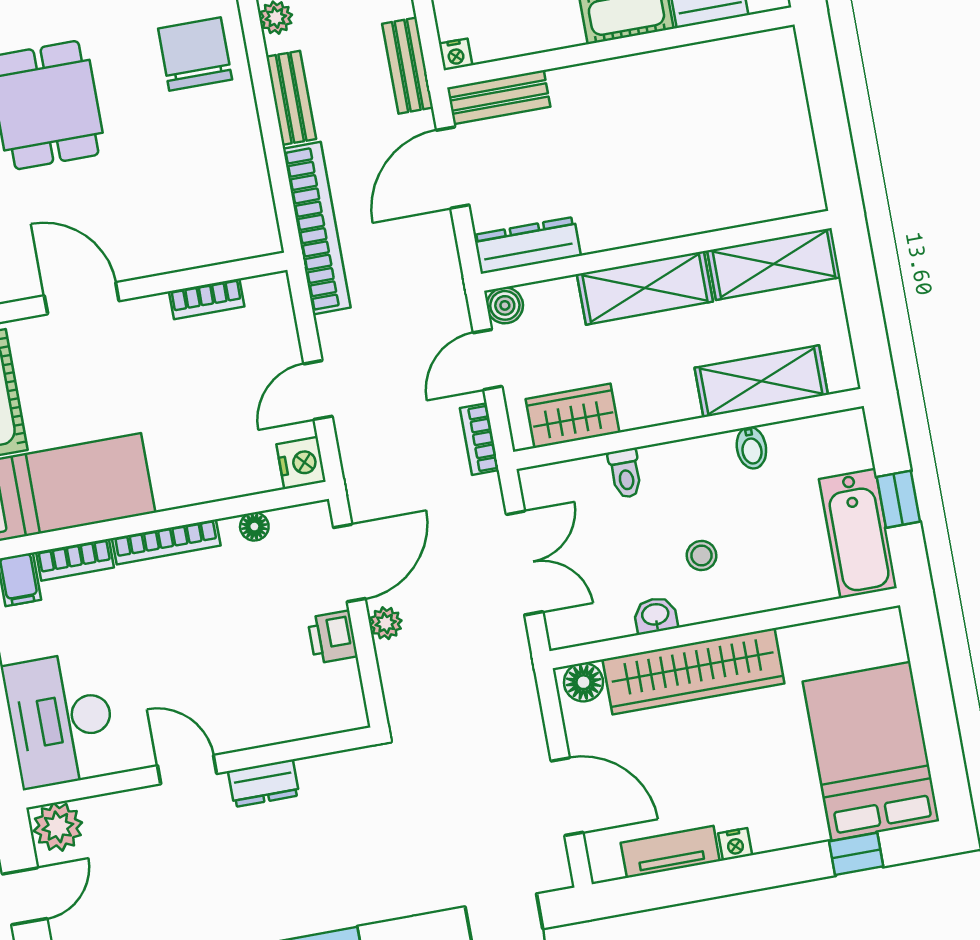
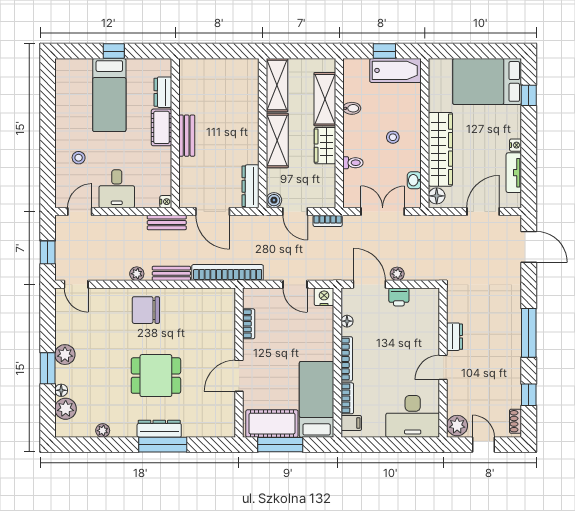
bench: (499, 97) -> (187, 136), moved
wardrobe: (572, 416) -> (325, 146), moved
washbasin: (655, 615) -> (414, 180), moved

